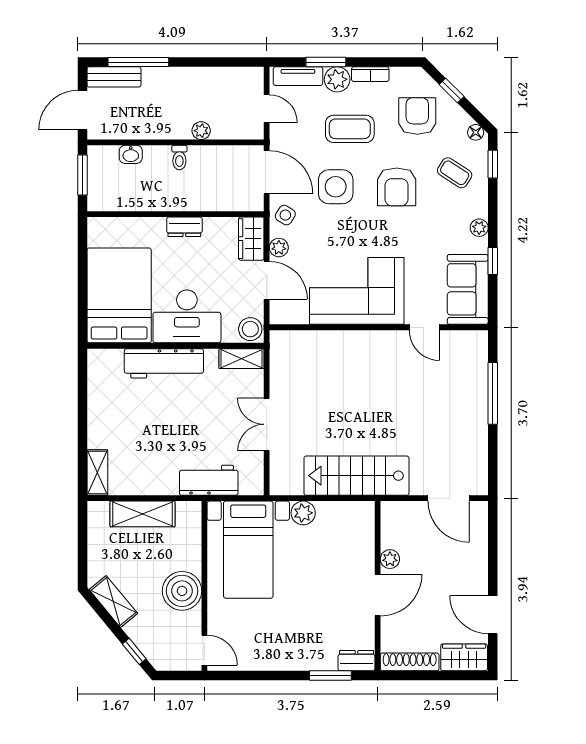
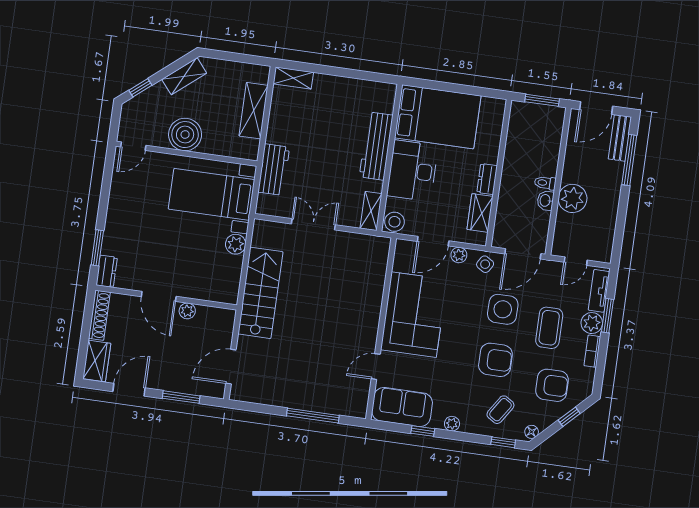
door: (82, 110) -> (596, 108), swing flipped
plant: (201, 131) -> (573, 198), width x1.87, depth x1.87
washbasin: (131, 154) -> (545, 201), moved
armchair: (397, 187) -> (495, 360), turned 180
wardrobe: (251, 239) -> (480, 213), moved, turned -90
window: (493, 552) -> (181, 397), added

